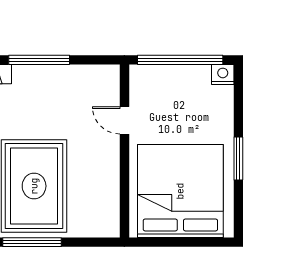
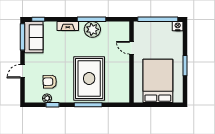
plant: (41, 81) -> (92, 29), added
bed: (180, 191) -> (158, 81), width x0.73

